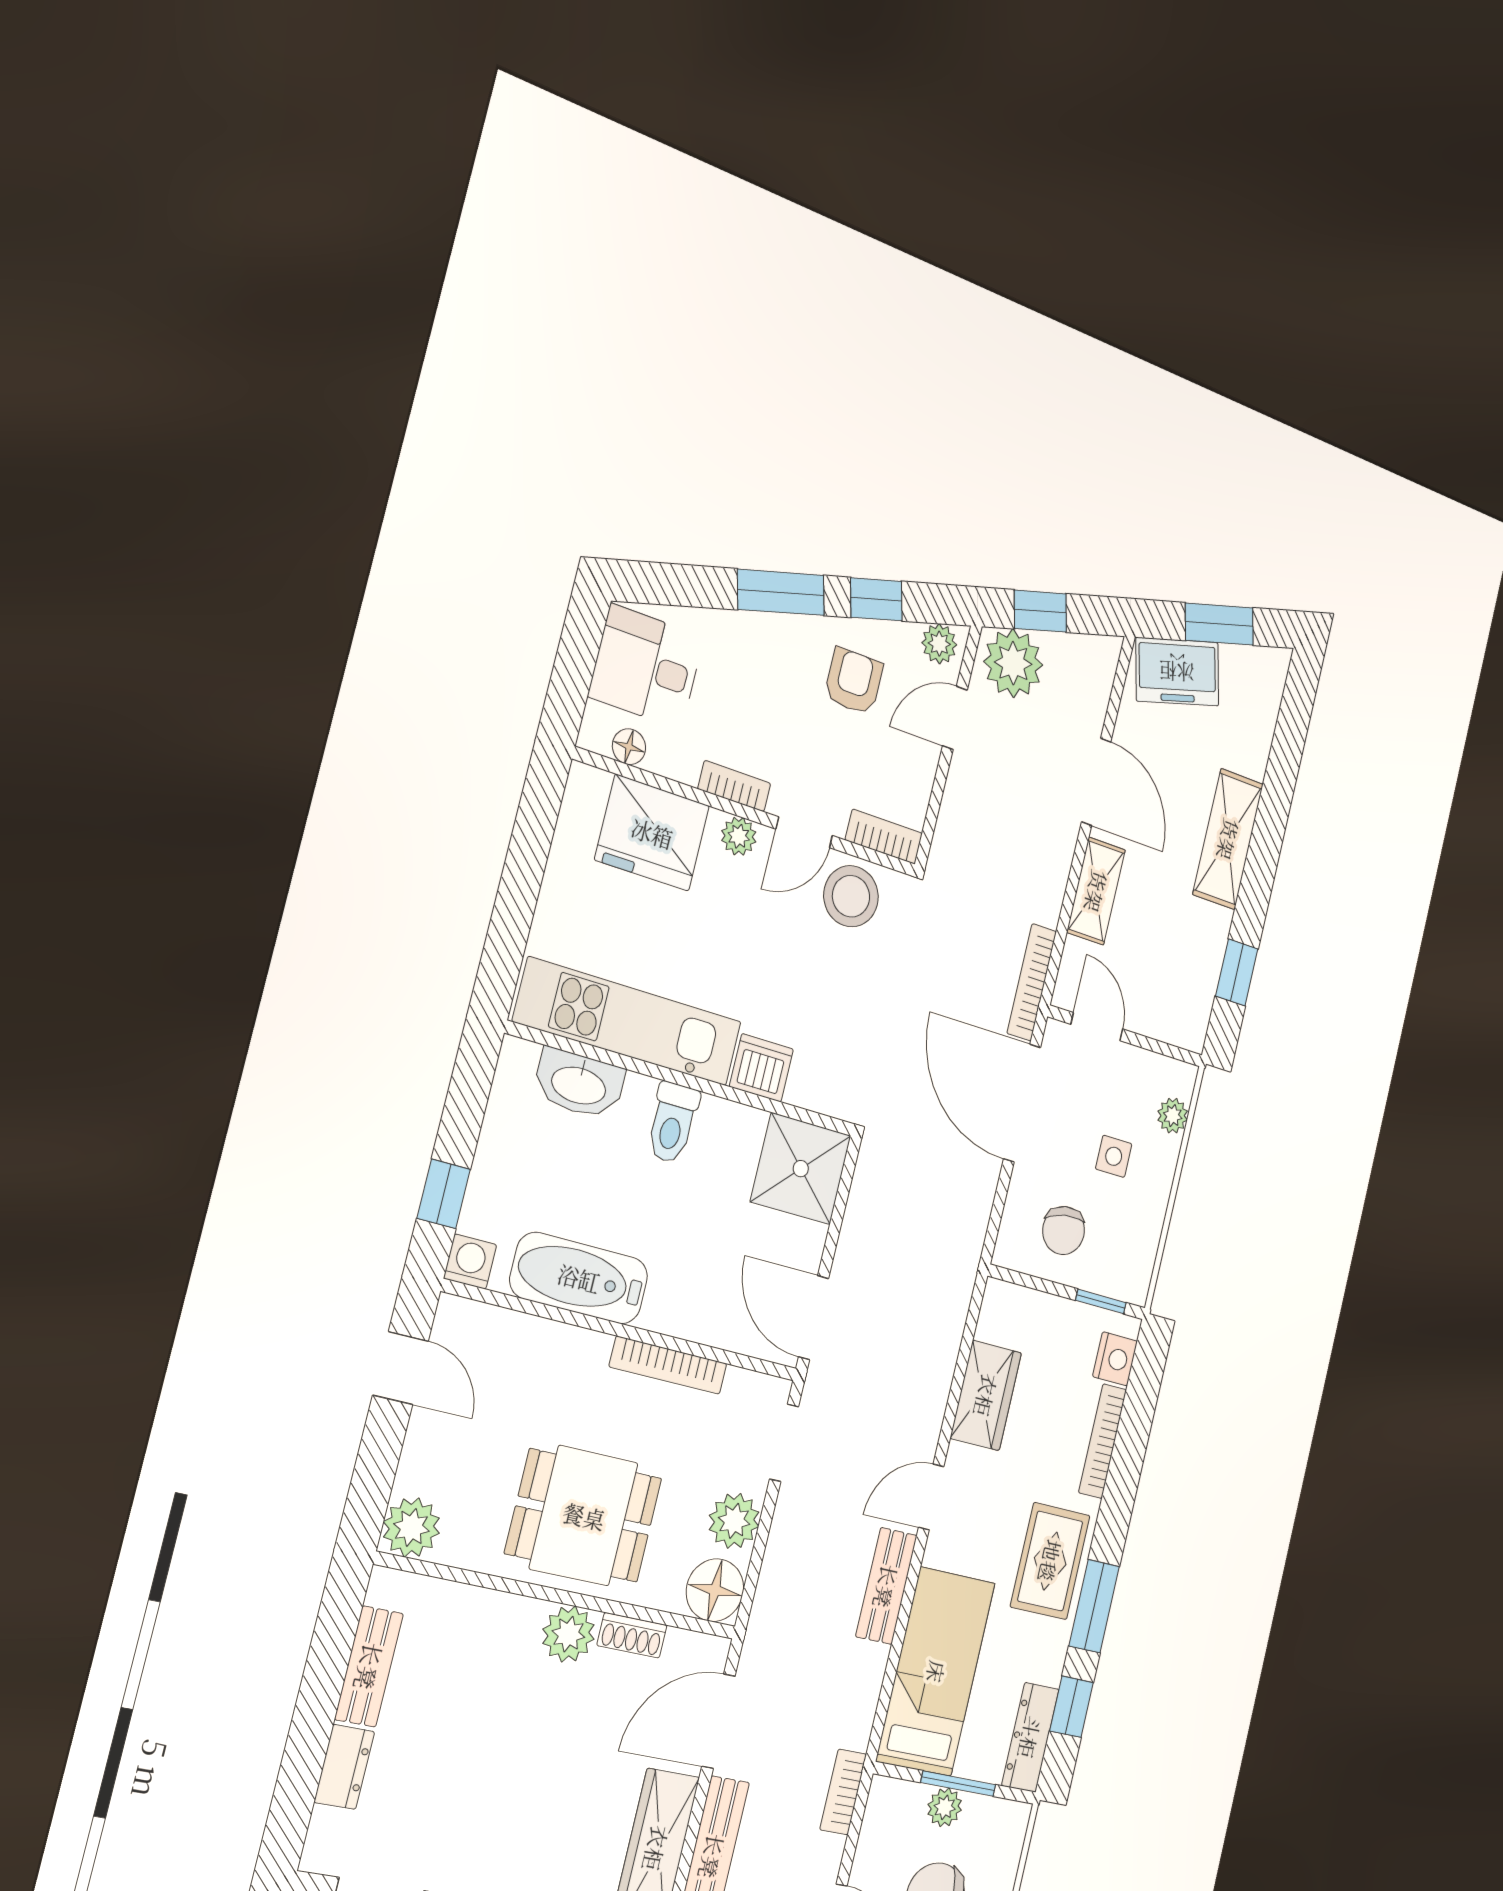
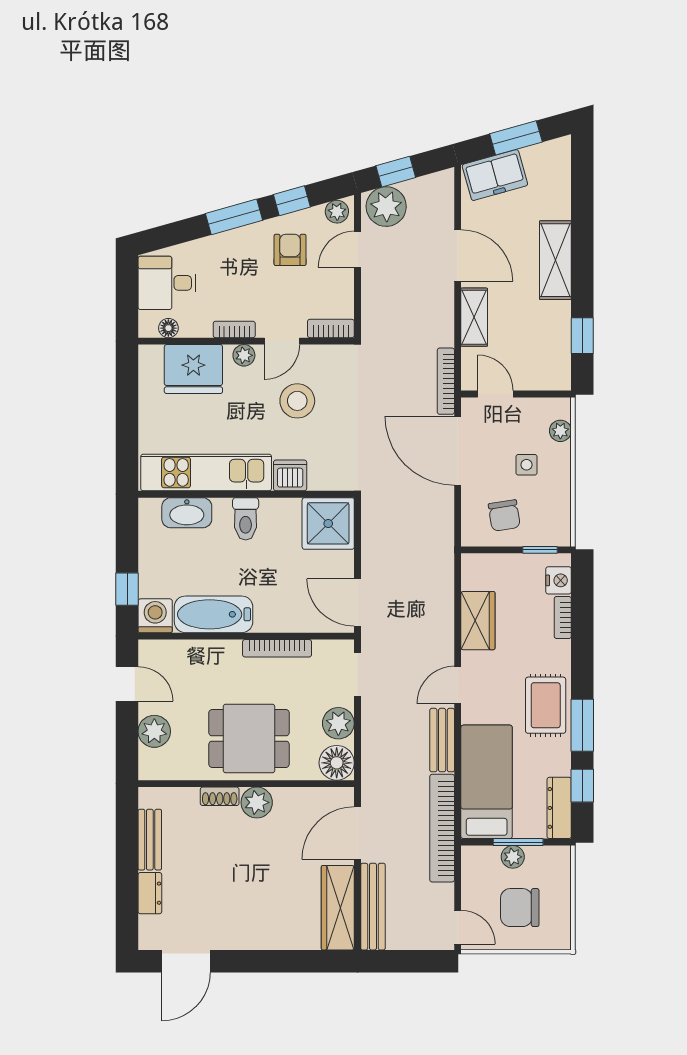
stool: (851, 896) -> (297, 401), moved
washing machine: (470, 1262) -> (155, 616), width x1.38, depth x1.38
bookcase: (1103, 1441) -> (563, 618), width x0.64
plant: (411, 1527) -> (154, 731), moved
shoe rack: (632, 1635) -> (220, 796), moved
bookcase: (843, 1792) -> (442, 828), width x2.31, depth x1.31

